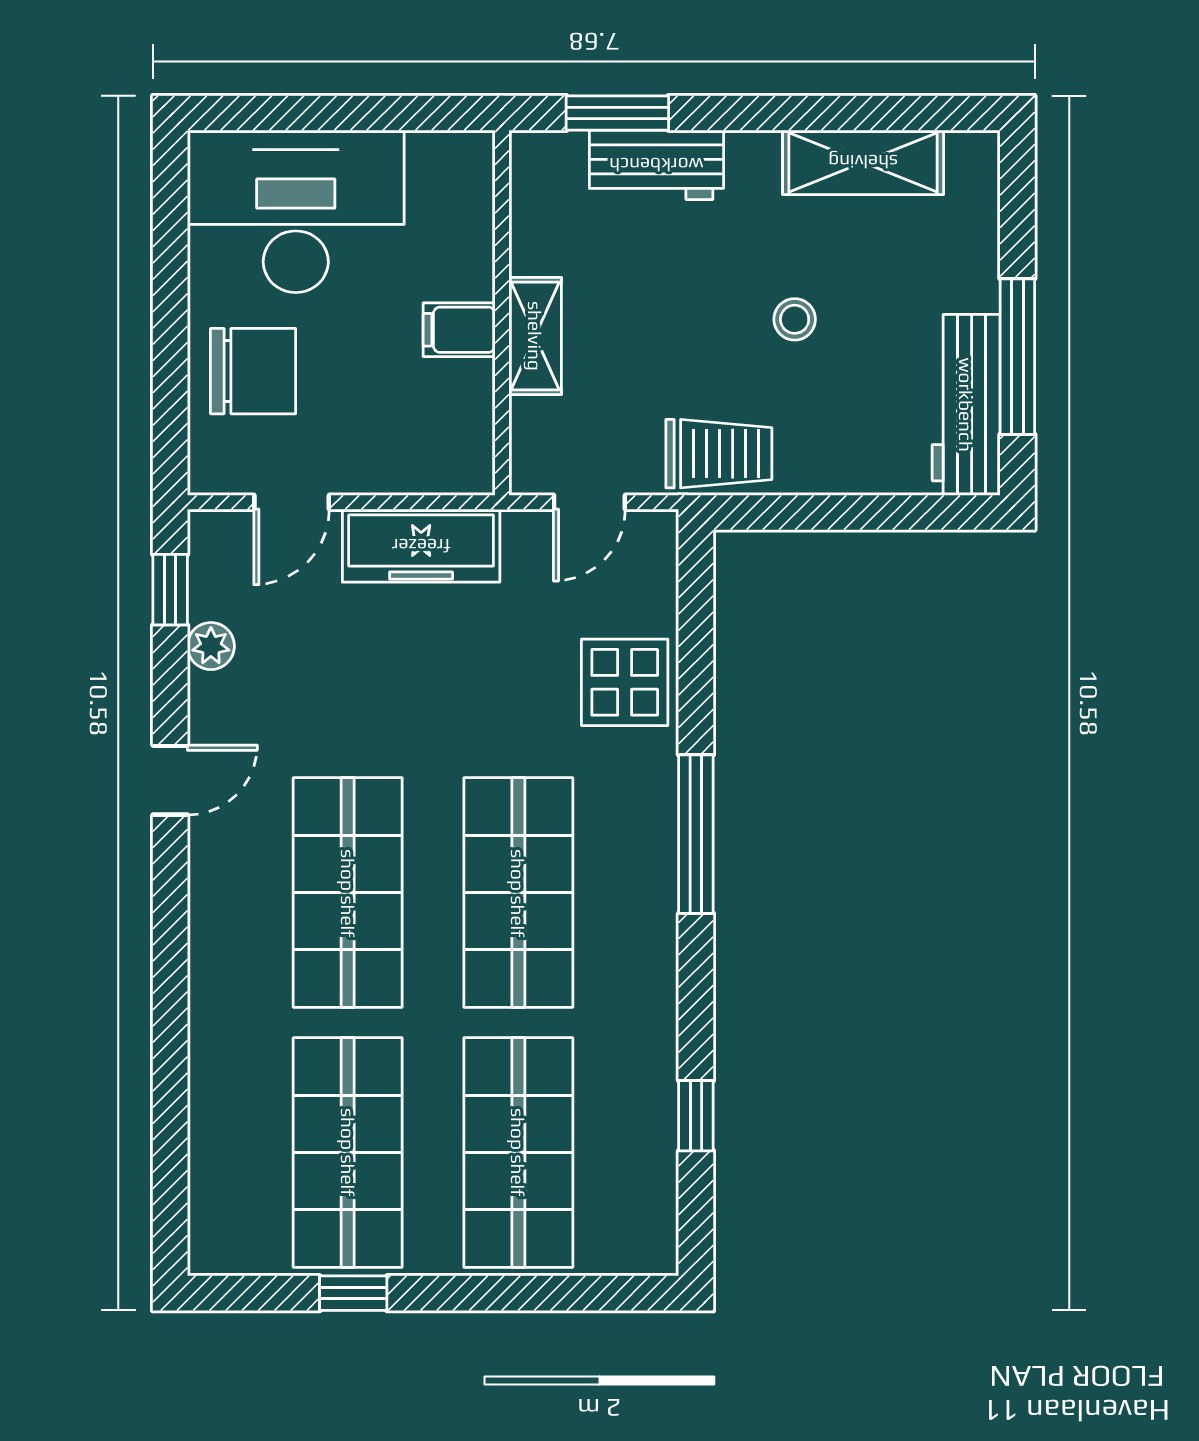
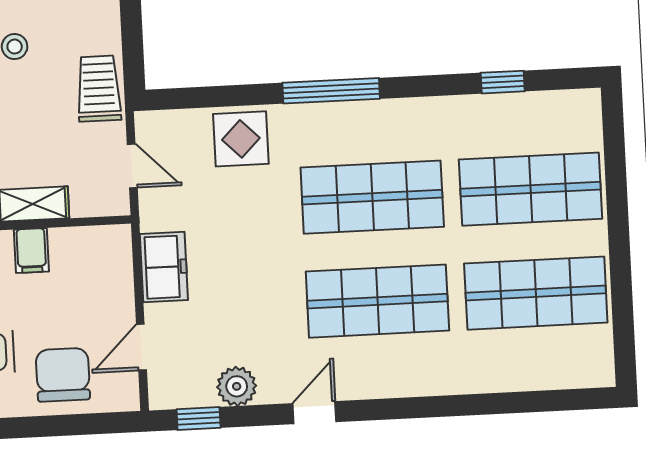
door: (292, 502) -> (141, 347), swing flipped
freezer: (421, 546) -> (164, 267), width x0.71
plant: (211, 646) -> (237, 386), width x1.38, depth x1.38
door: (170, 780) -> (314, 413), hinge flipped
window: (353, 1293) -> (621, 285), removed

